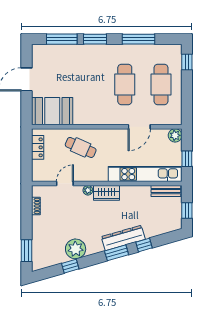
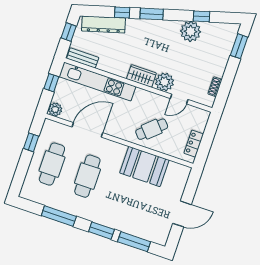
window: (187, 62) -> (31, 142), moved
booth: (52, 111) -> (144, 166), moved
door: (139, 127) -> (87, 130), width x1.36
cafe table: (81, 147) -> (152, 129), turned -66
plant: (88, 190) -> (164, 82), width x1.87, depth x1.87
dresser: (123, 238) -> (104, 25), moved

